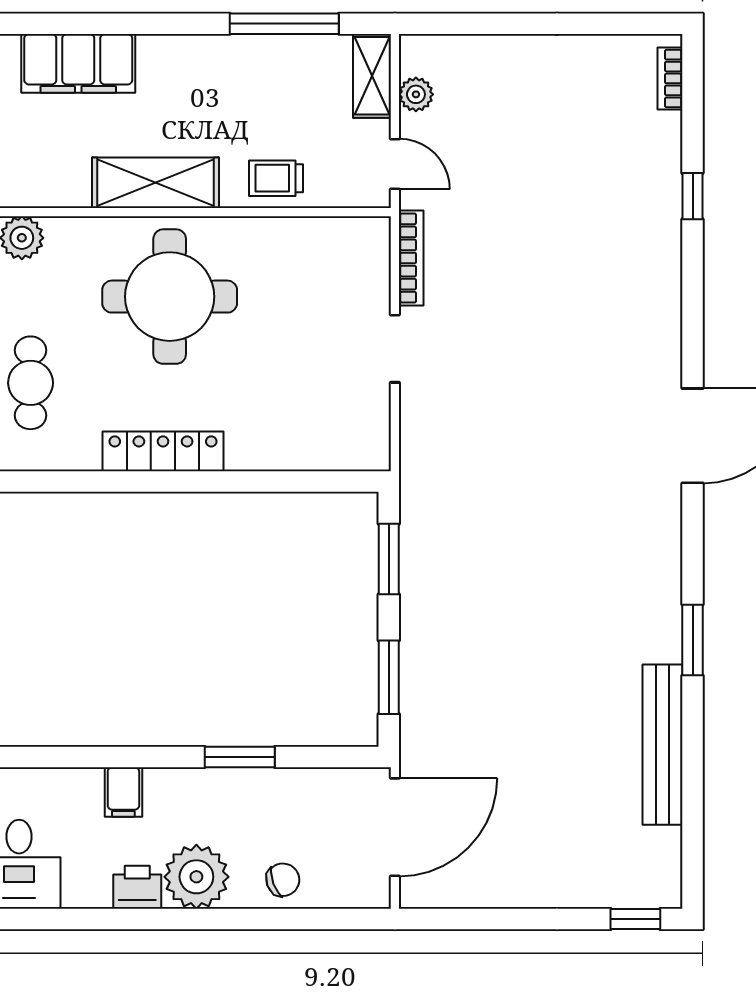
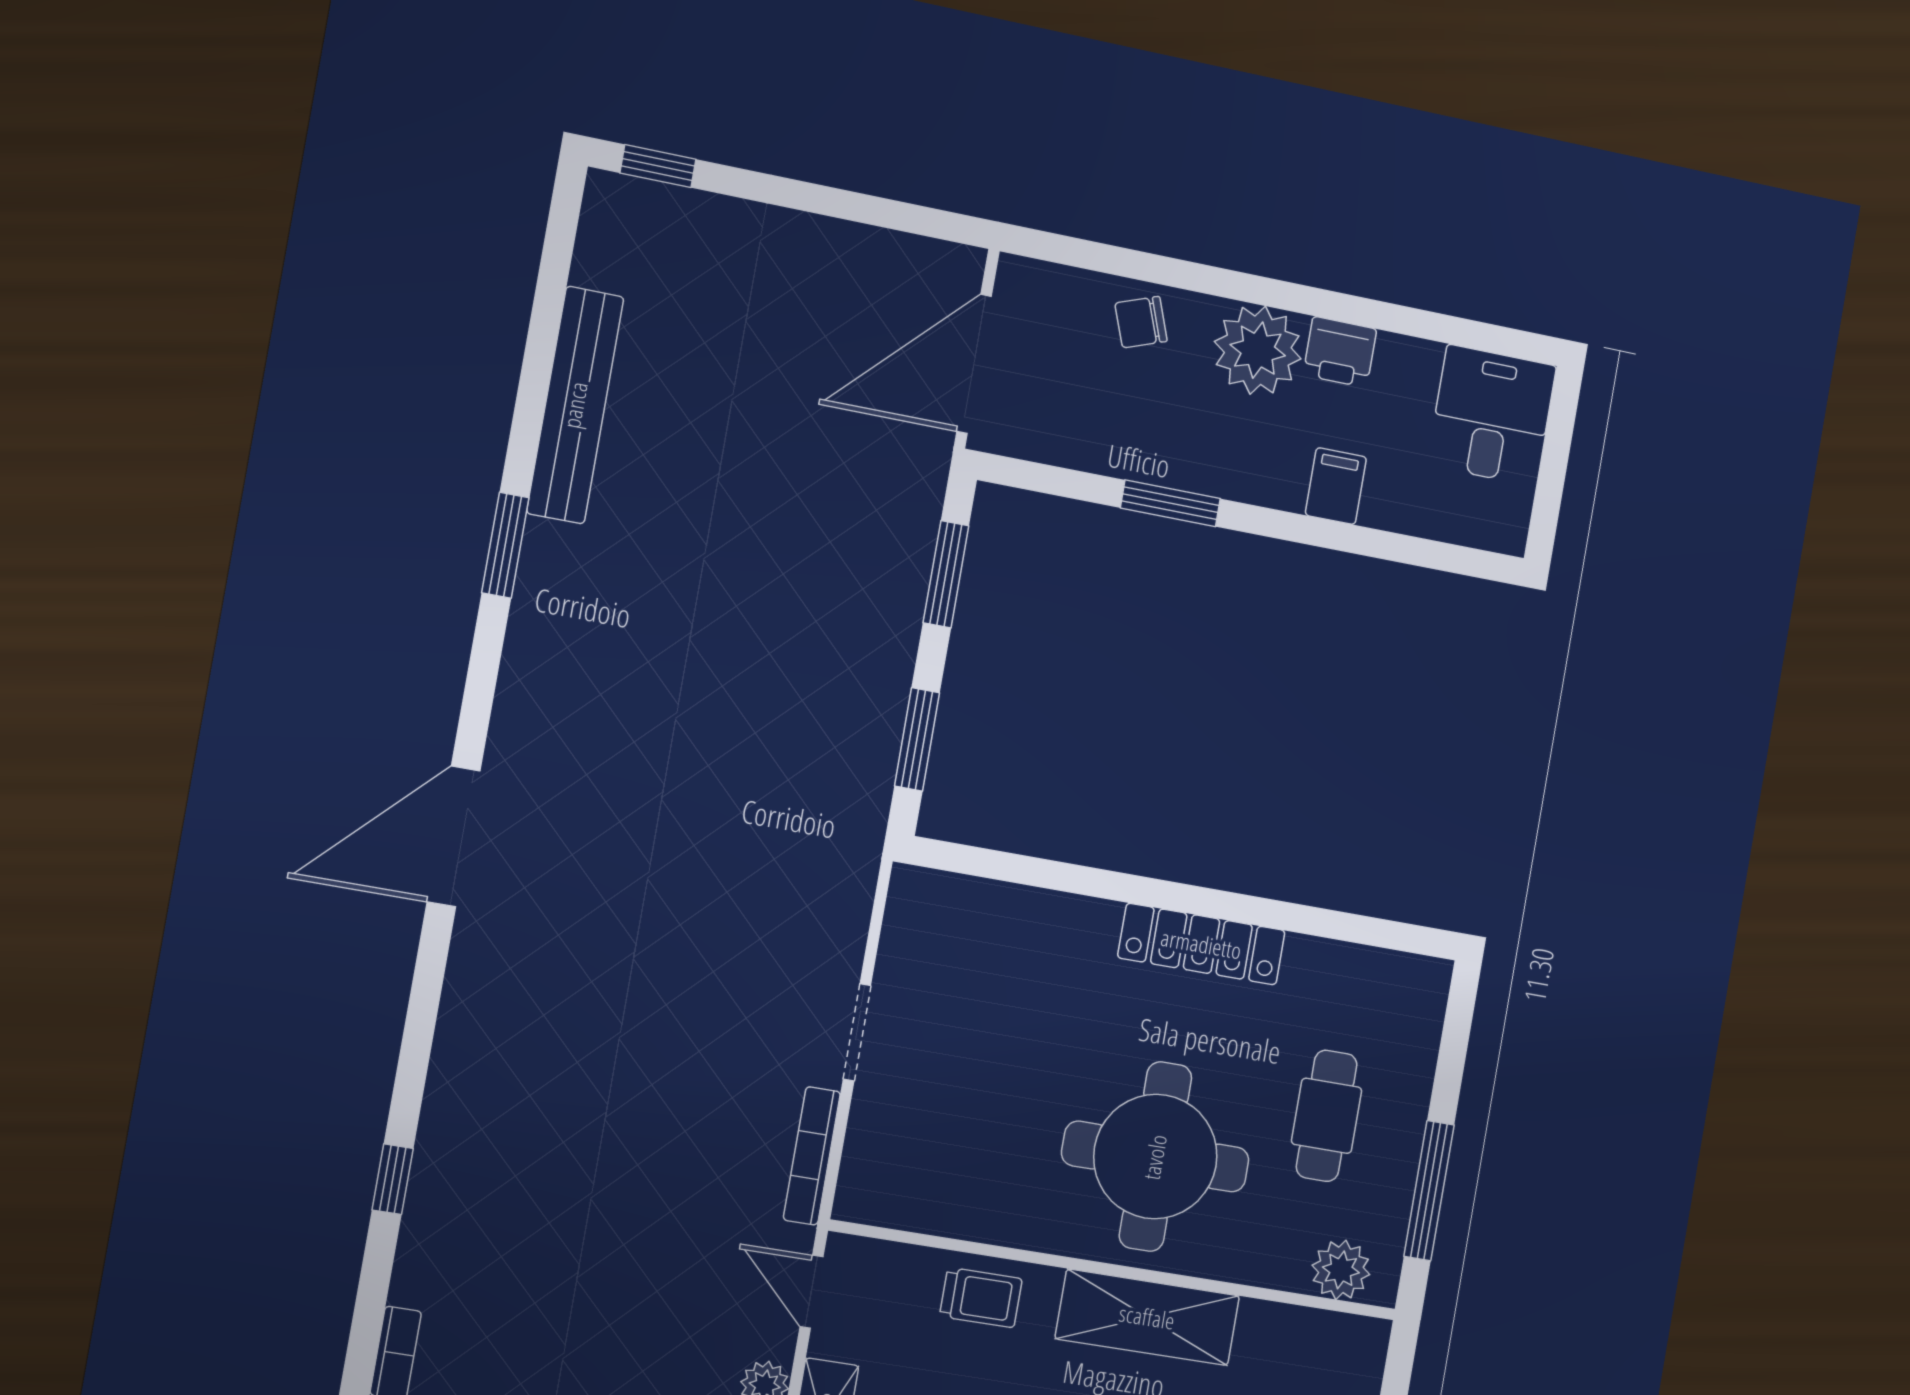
cafe table: (31, 383) -> (1327, 1116), moved

